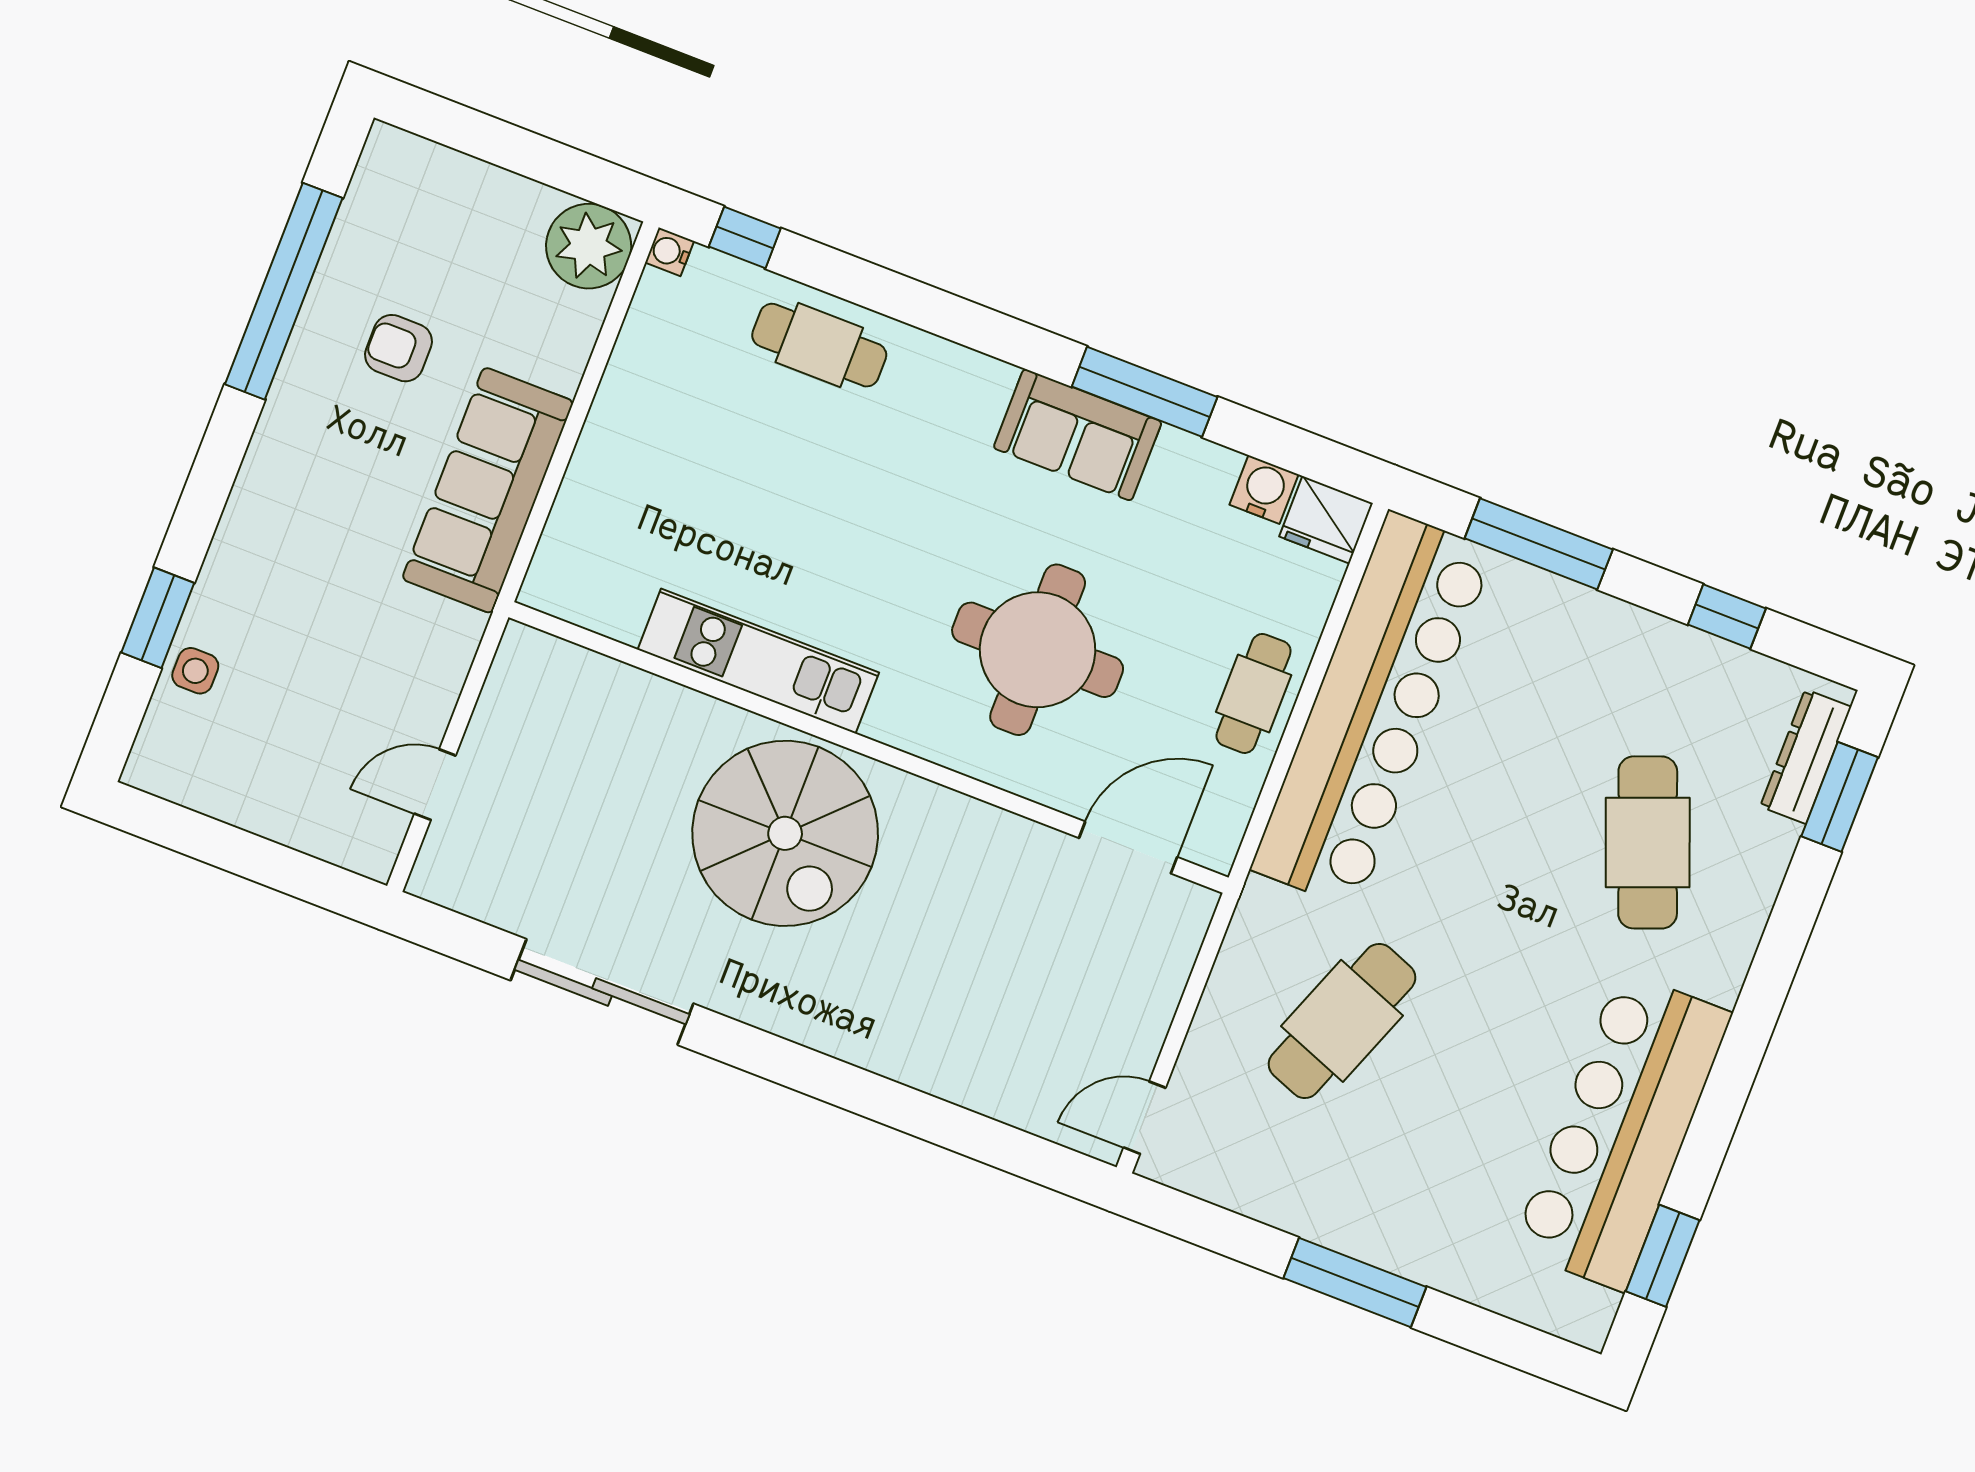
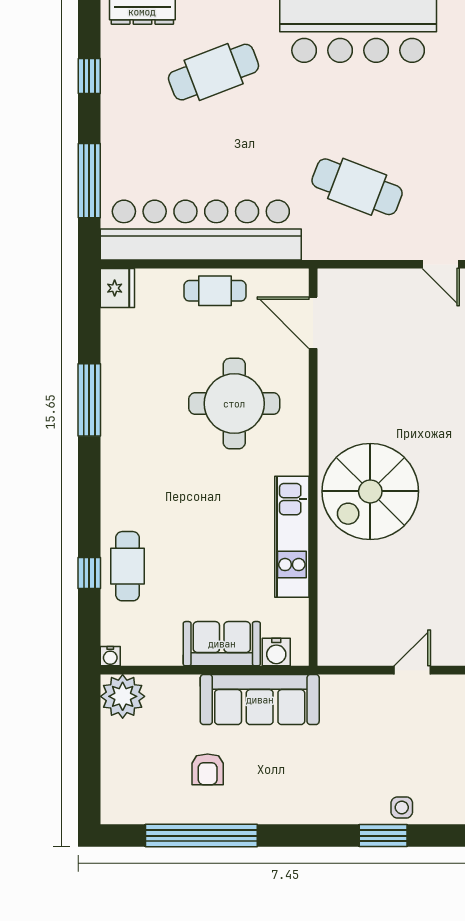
window: (745, 238) -> (89, 573), moved
sofa: (1078, 435) -> (222, 644), moved, turned -90
water cooler: (1264, 489) -> (276, 652), moved, turned -90
door: (435, 785) -> (412, 670), swing flipped
spiral stairs: (785, 833) -> (370, 491), turned 180

